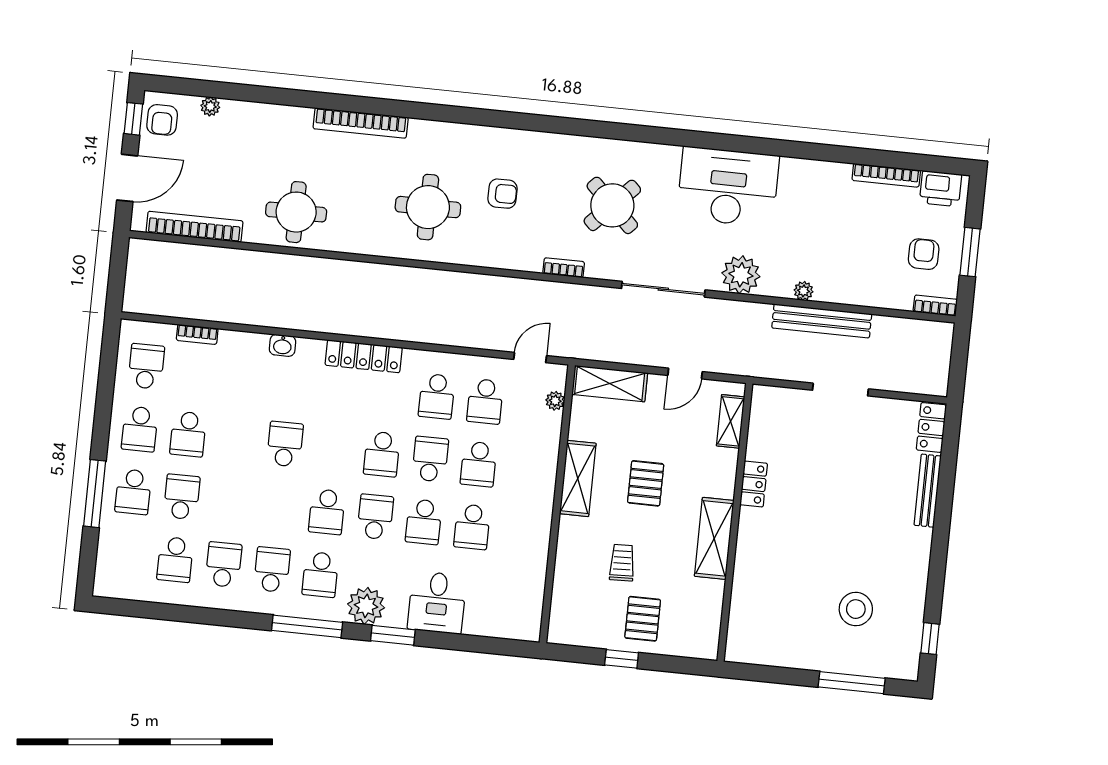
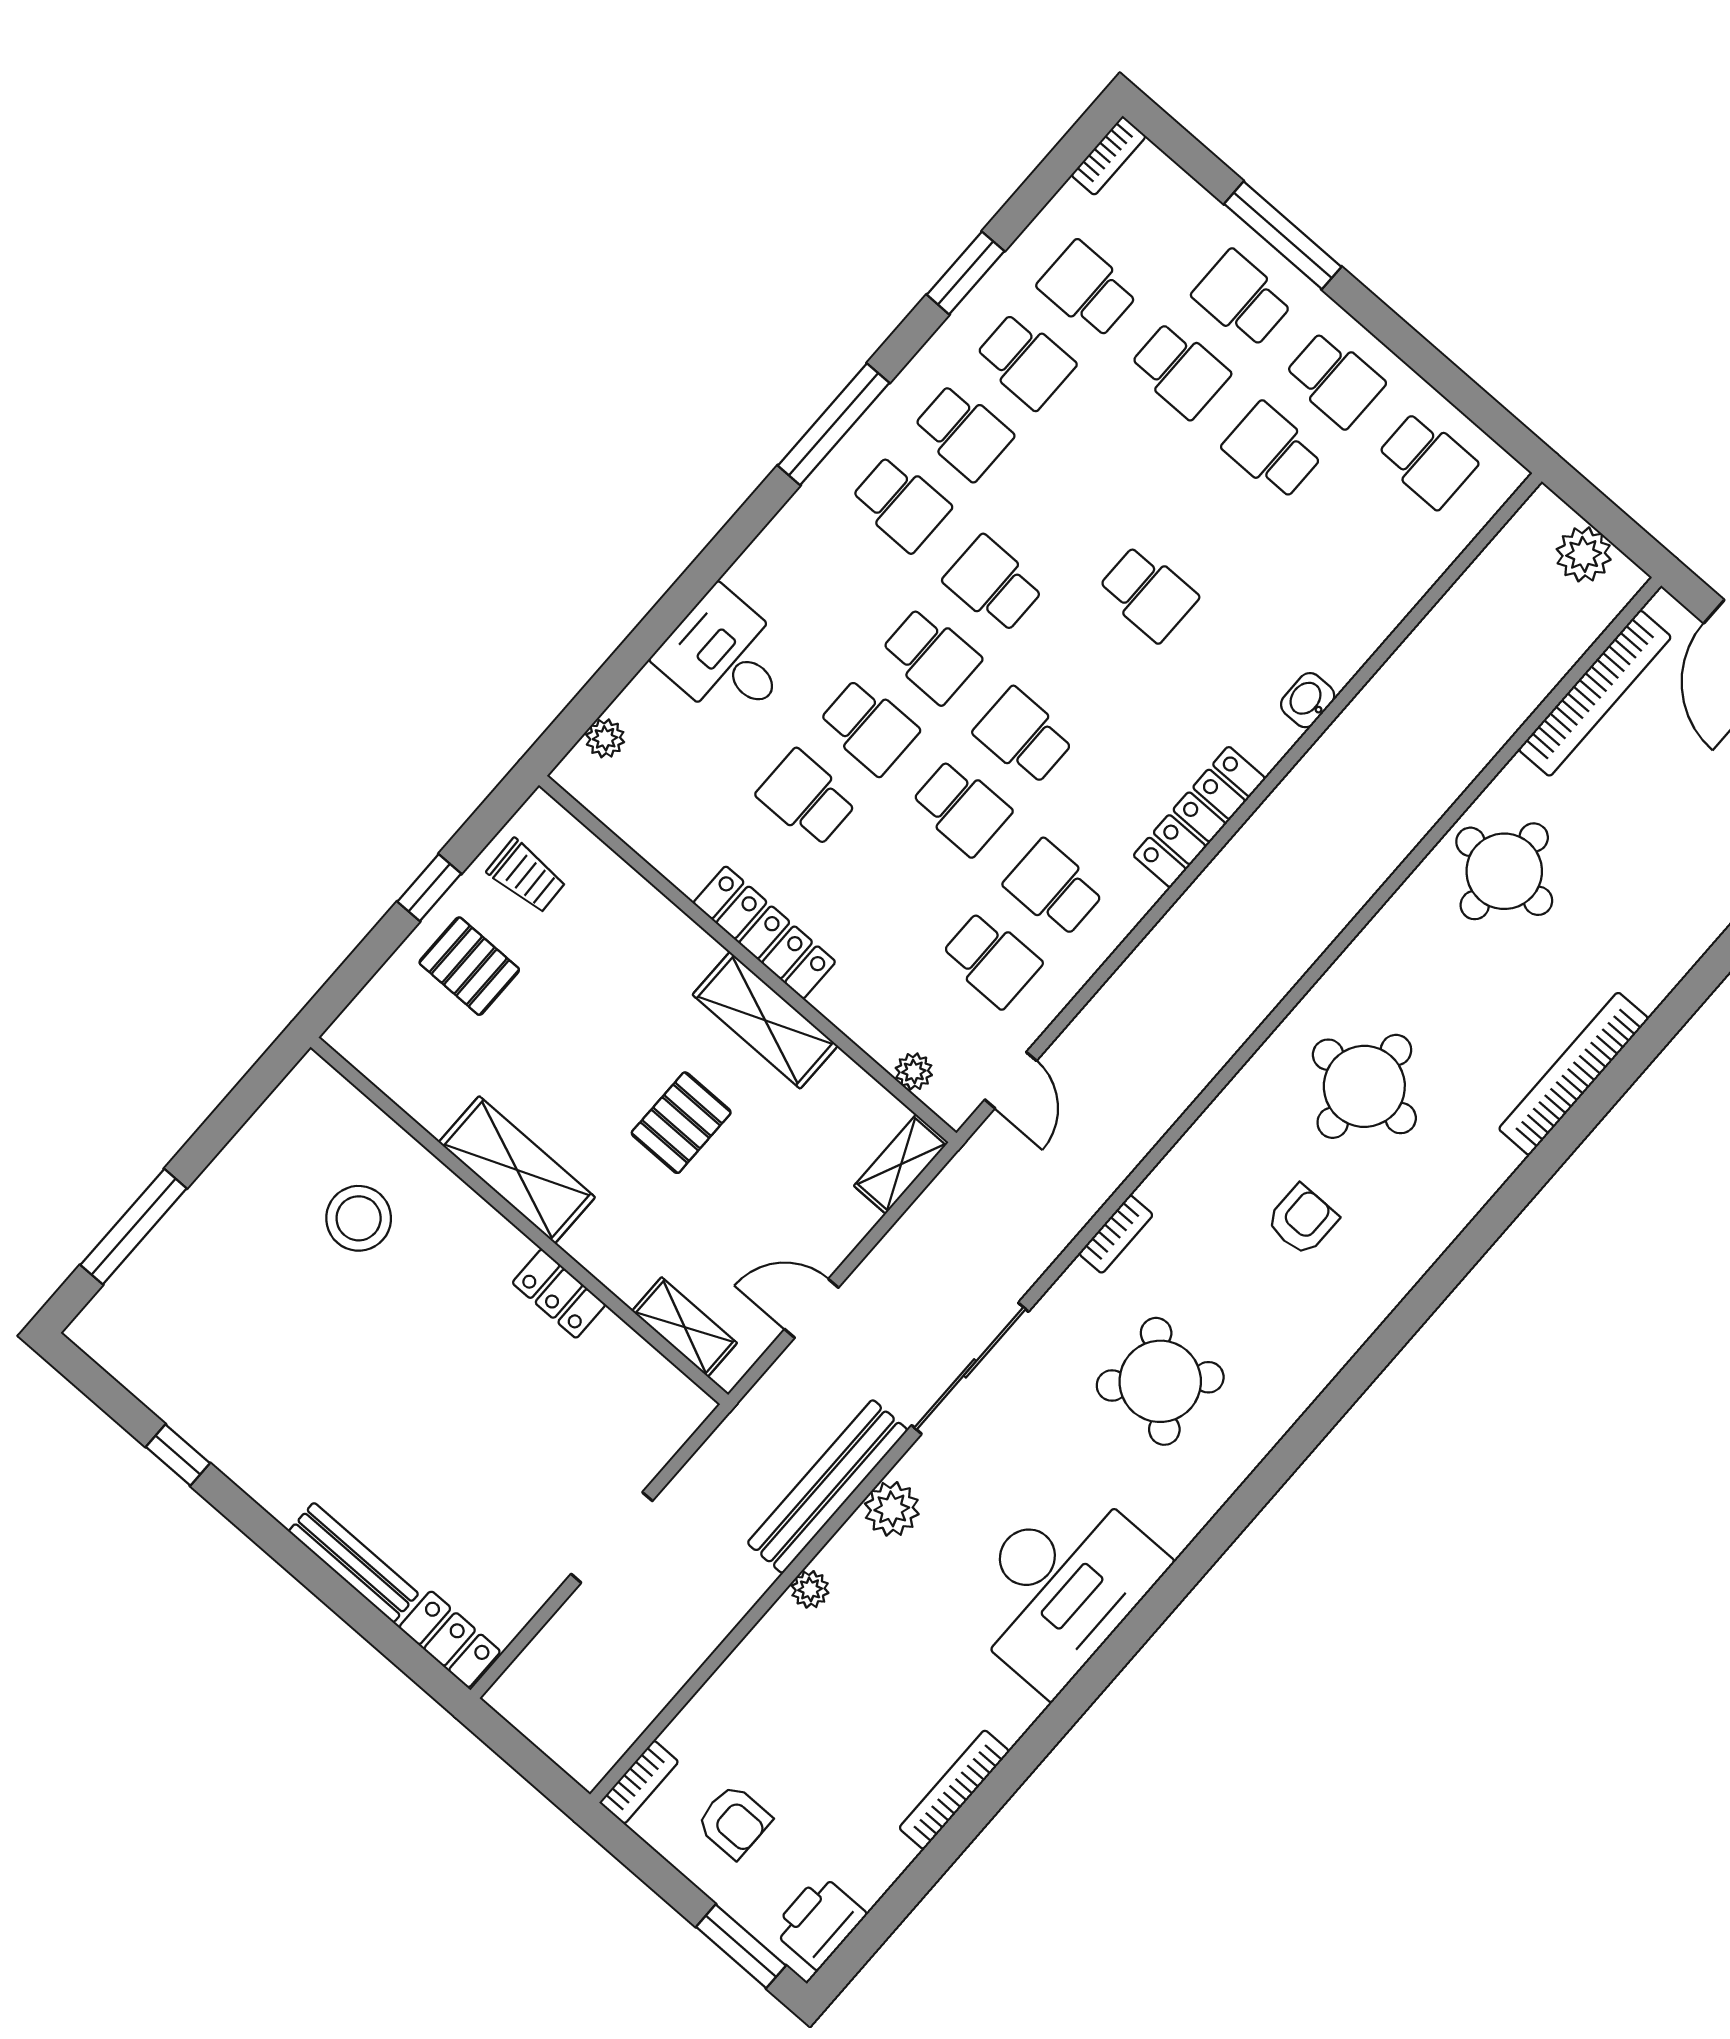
bookcase: (886, 175) -> (954, 1790), moved
armchair: (502, 194) -> (1302, 1220), turned 180
window: (970, 252) -> (741, 1946), moved
plant: (139, 273) -> (1584, 554), added
plant: (741, 275) -> (892, 1509), width x0.73, depth x0.73
bench: (822, 321) -> (827, 1486), moved
bookcase: (197, 334) -> (1109, 156), moved, turned 180
door: (685, 374) -> (812, 1308), hinge flipped
shelving: (610, 384) -> (901, 1164), width x0.67, depth x0.75
school desk: (485, 401) -> (992, 959), turned 180
school desk: (140, 429) -> (1335, 379), turned 180
school desk: (479, 464) -> (899, 879), removed
pallet: (646, 483) -> (681, 1123), turned 90
locker: (541, 505) -> (764, 932), added
school desk: (424, 522) -> (869, 727), turned 180
trolley: (622, 563) -> (527, 876), moved
school desk: (320, 575) -> (901, 503), turned 180
plant: (366, 606) -> (605, 738), moved, width x0.53, depth x0.53
stool: (856, 609) -> (359, 1218), moved
window: (393, 635) -> (966, 273), moved
window: (930, 639) -> (178, 1455), moved

